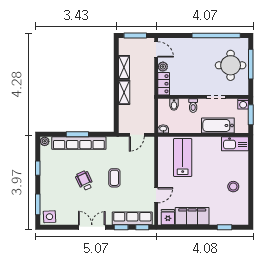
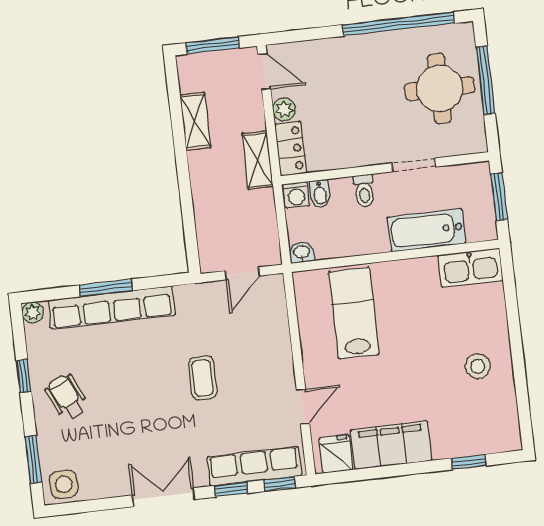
shelving: (124, 92) -> (258, 160), moved
washing machine: (243, 104) -> (296, 195), moved
wheelchair: (84, 181) -> (67, 397), moved

